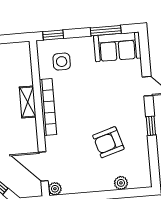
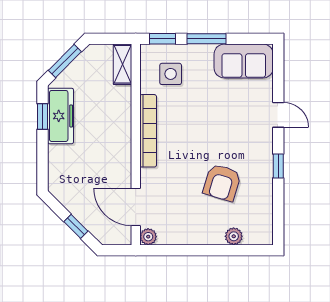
window: (106, 31) -> (207, 39), moved
shelving: (28, 102) -> (123, 64), moved
armchair: (108, 142) -> (222, 183), turned -56

